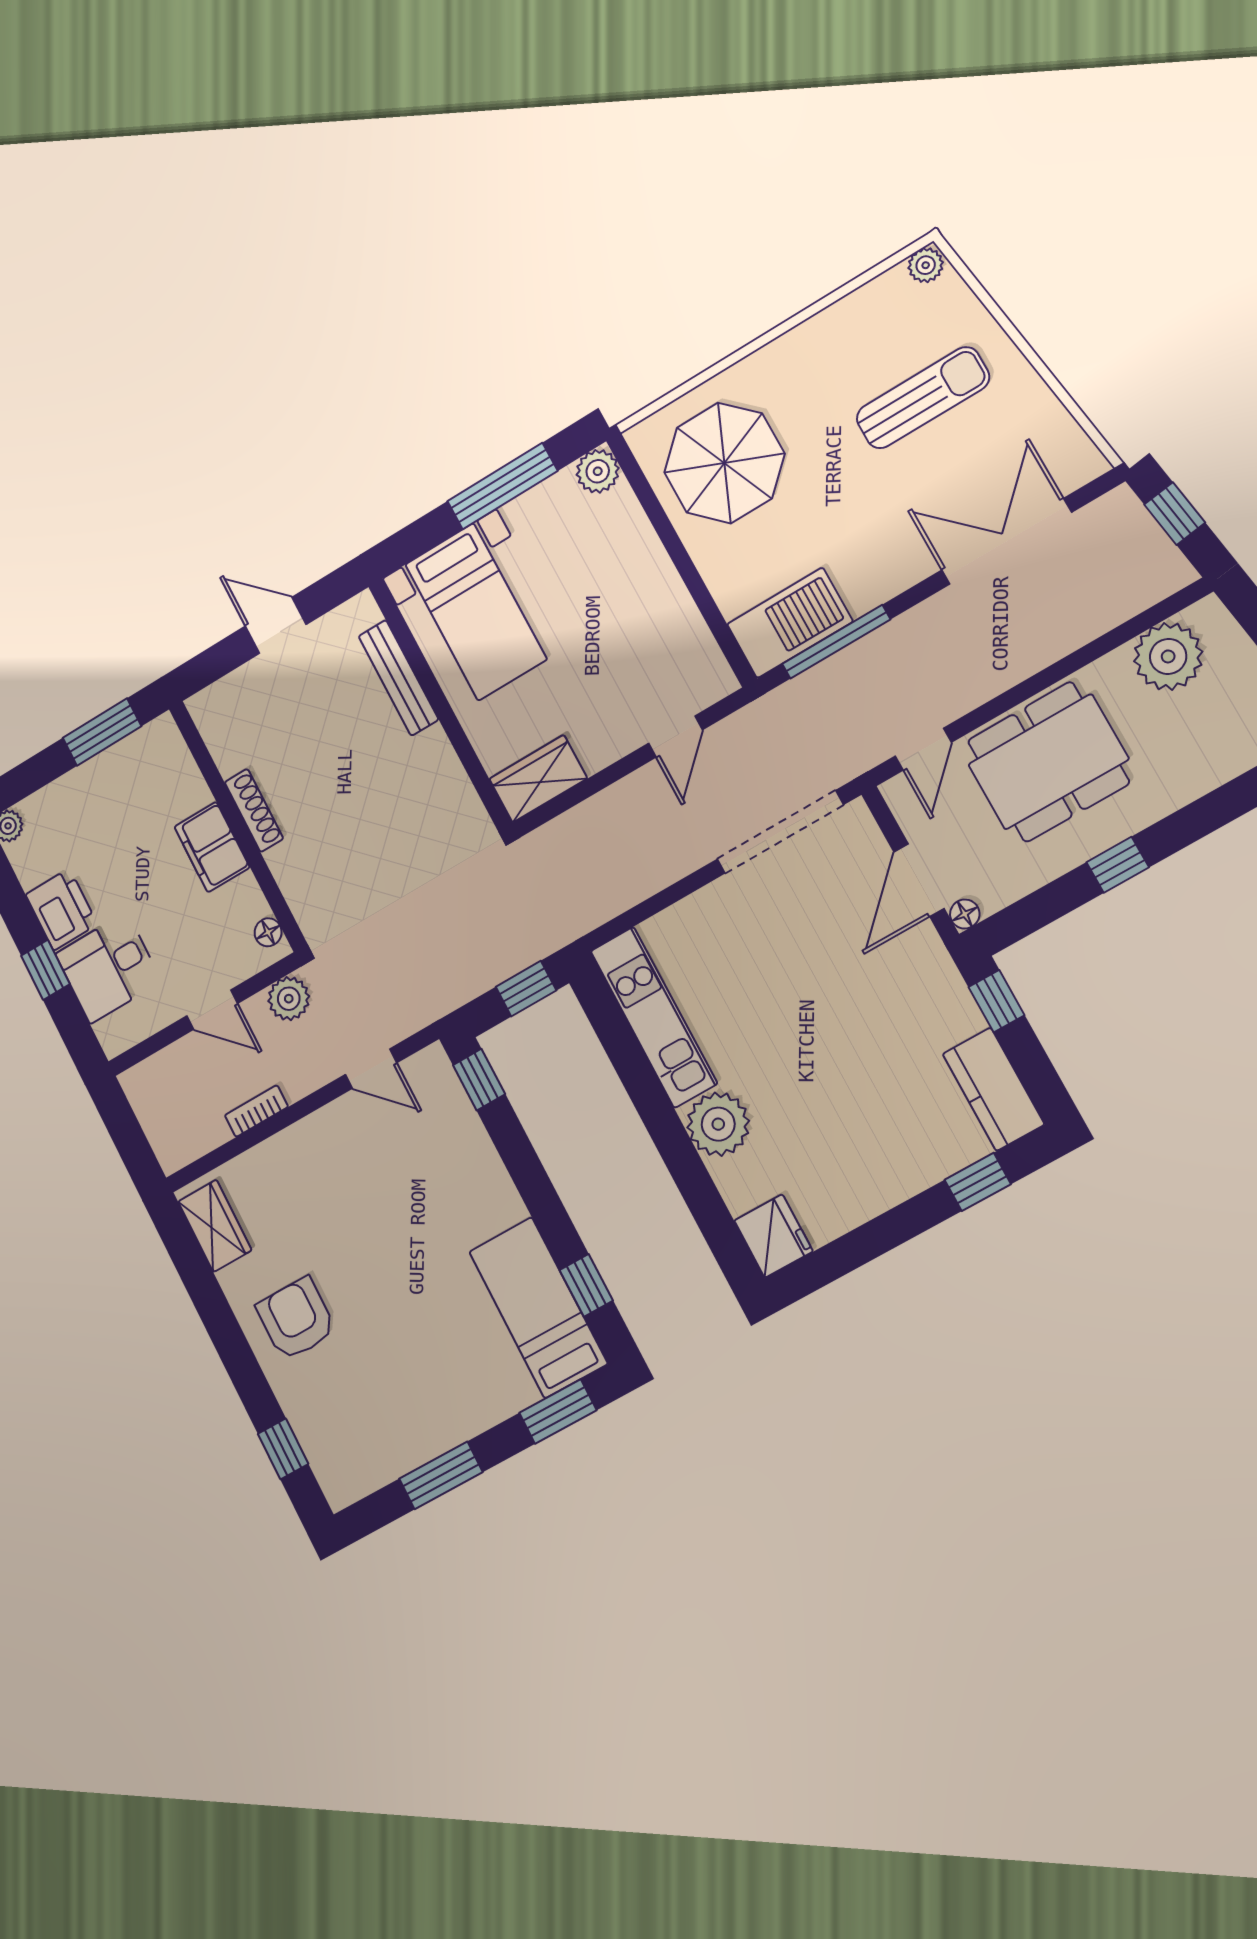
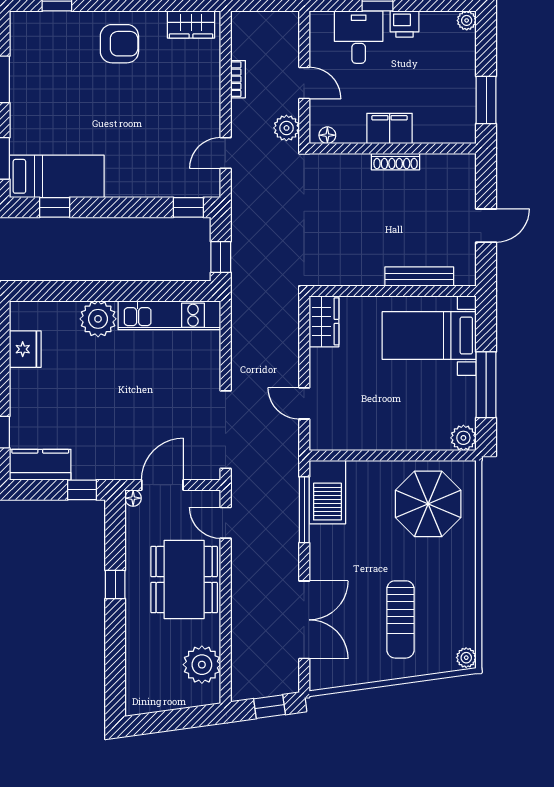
door: (919, 880) -> (162, 485), hinge flipped
printer: (61, 909) -> (405, 24), width x0.73, depth x0.81
door: (212, 1010) -> (304, 83), swing flipped
fridge: (773, 1236) -> (25, 349), moved, turned -90

